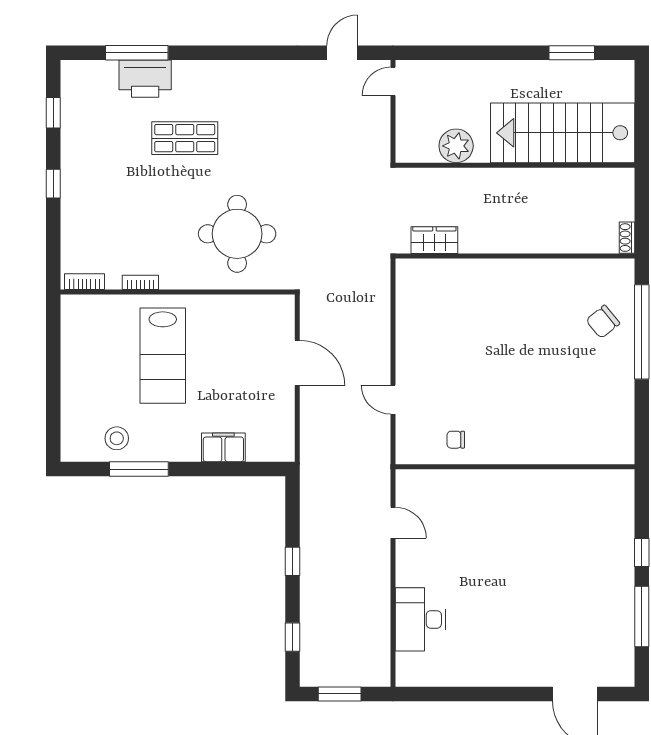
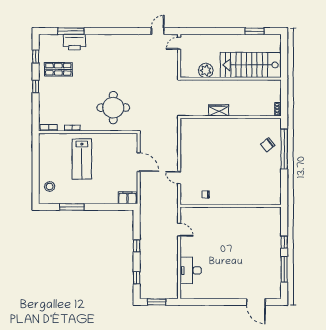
shop shelf: (185, 138) -> (58, 69), moved
wardrobe: (434, 240) -> (219, 110), moved
stool: (117, 438) -> (50, 186), moved
filing cabinet: (223, 447) -> (127, 198), moved

